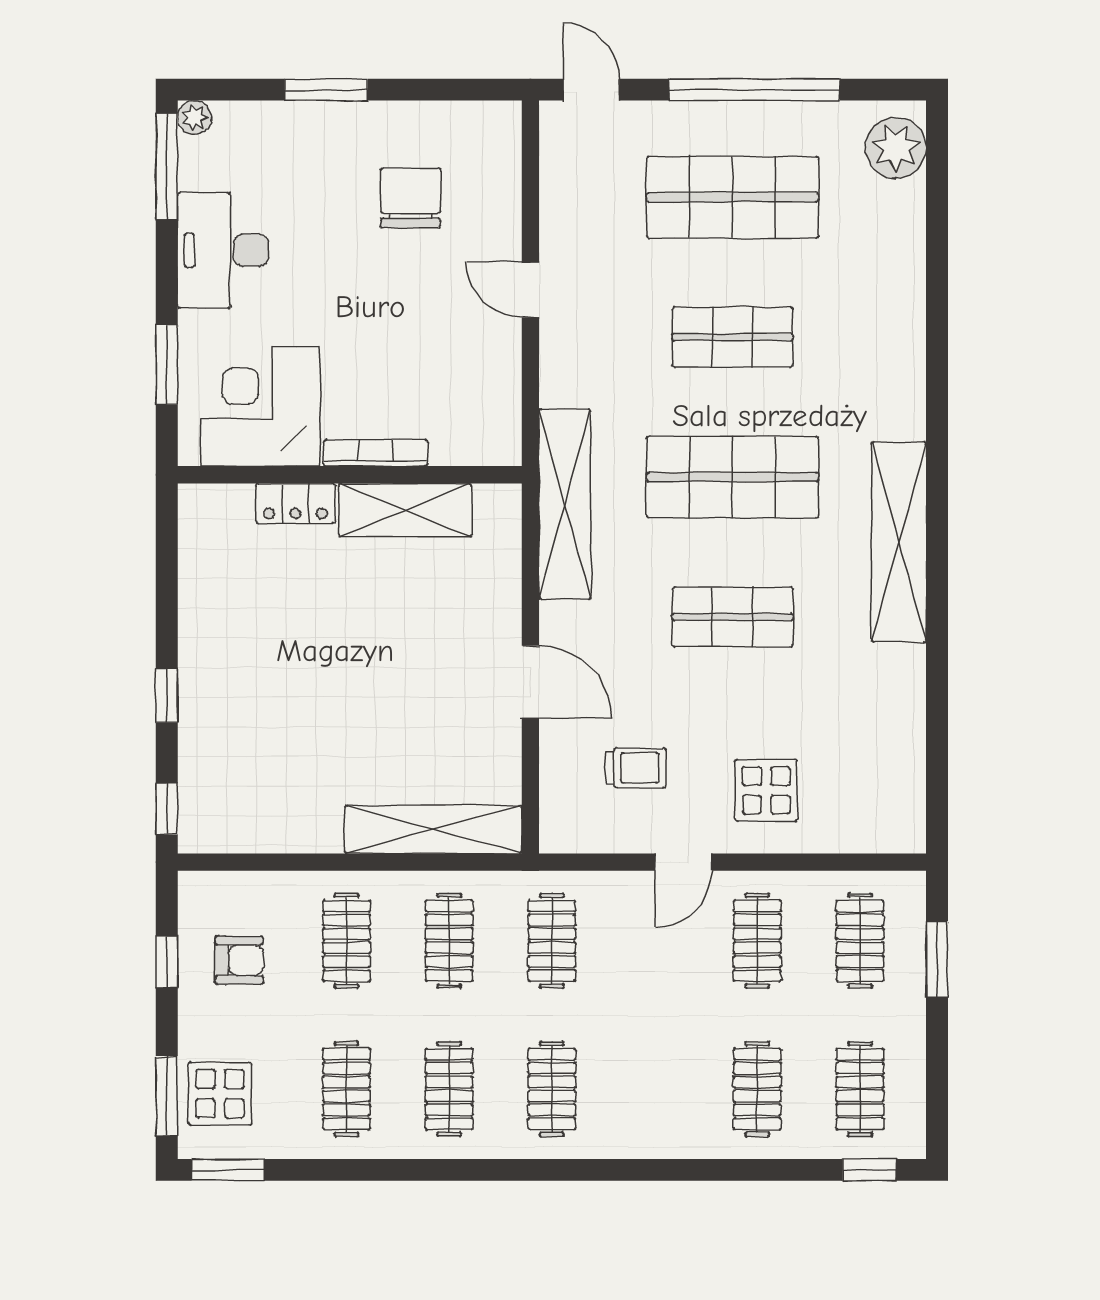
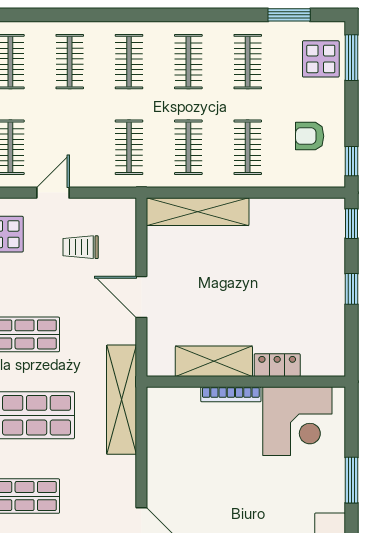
corner desk: (260, 407) -> (297, 421), moved
bookcase: (376, 453) -> (231, 394), moved
wall: (350, 475) -> (246, 382), moved
locker: (295, 503) -> (277, 365), moved
shelving: (405, 510) -> (214, 361), moved
window: (167, 962) -> (352, 161), moved
clothes rail: (655, 1089) -> (70, 62), added
window: (228, 1170) -> (289, 15), moved

